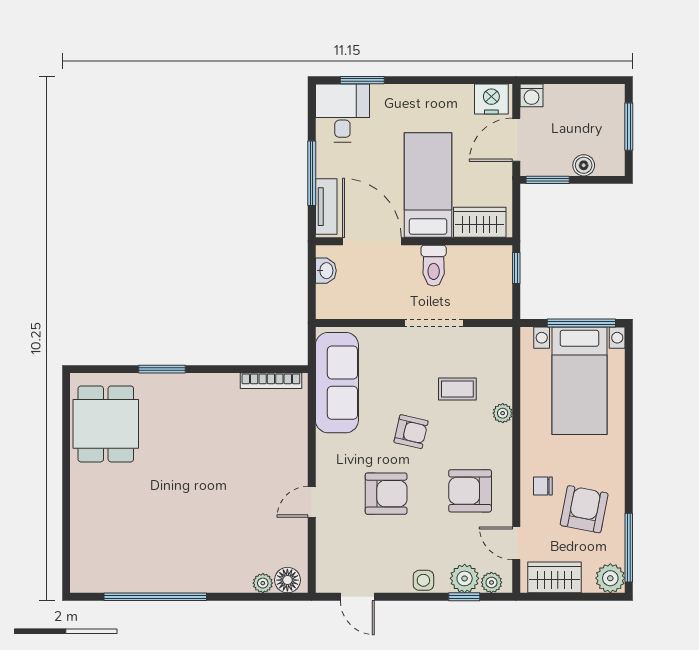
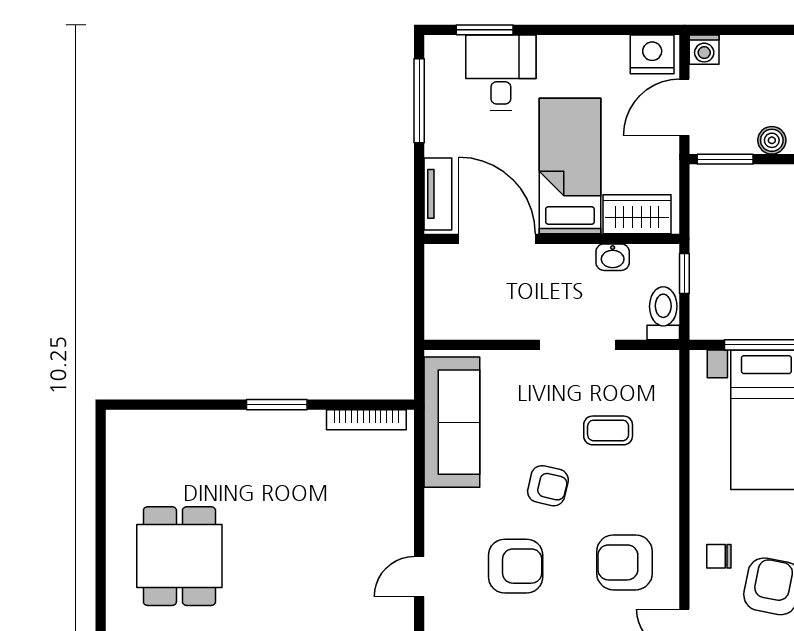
desk: (342, 113) -> (501, 73), moved
window: (312, 173) -> (419, 101), moved
toilet: (434, 266) -> (663, 313), moved, turned 180
washbasin: (326, 271) -> (613, 257), moved, turned 90
window: (162, 369) -> (277, 405), moved
plant: (503, 413) -> (667, 462), removed
dining table: (106, 424) -> (179, 556), moved

